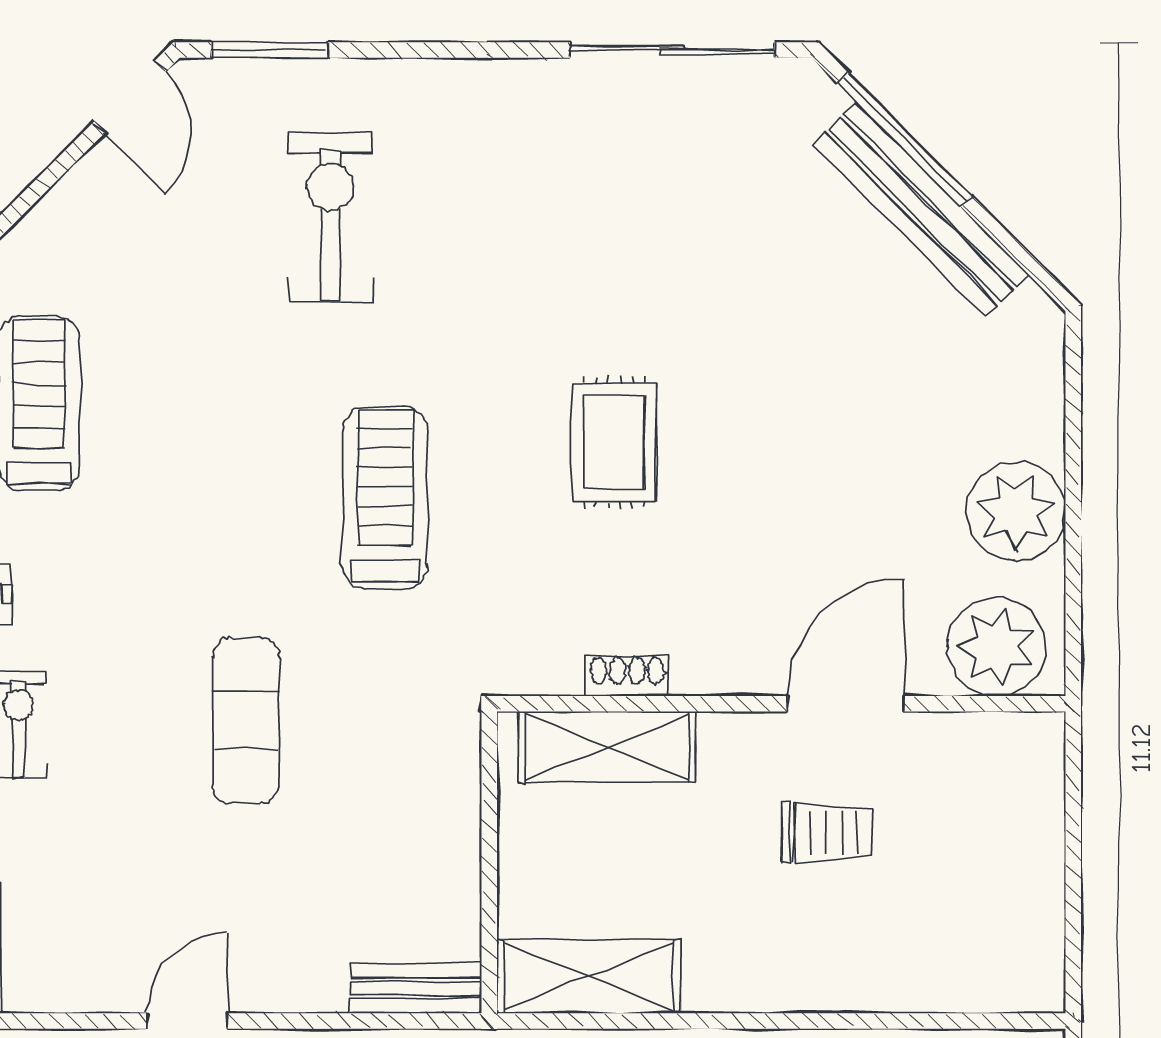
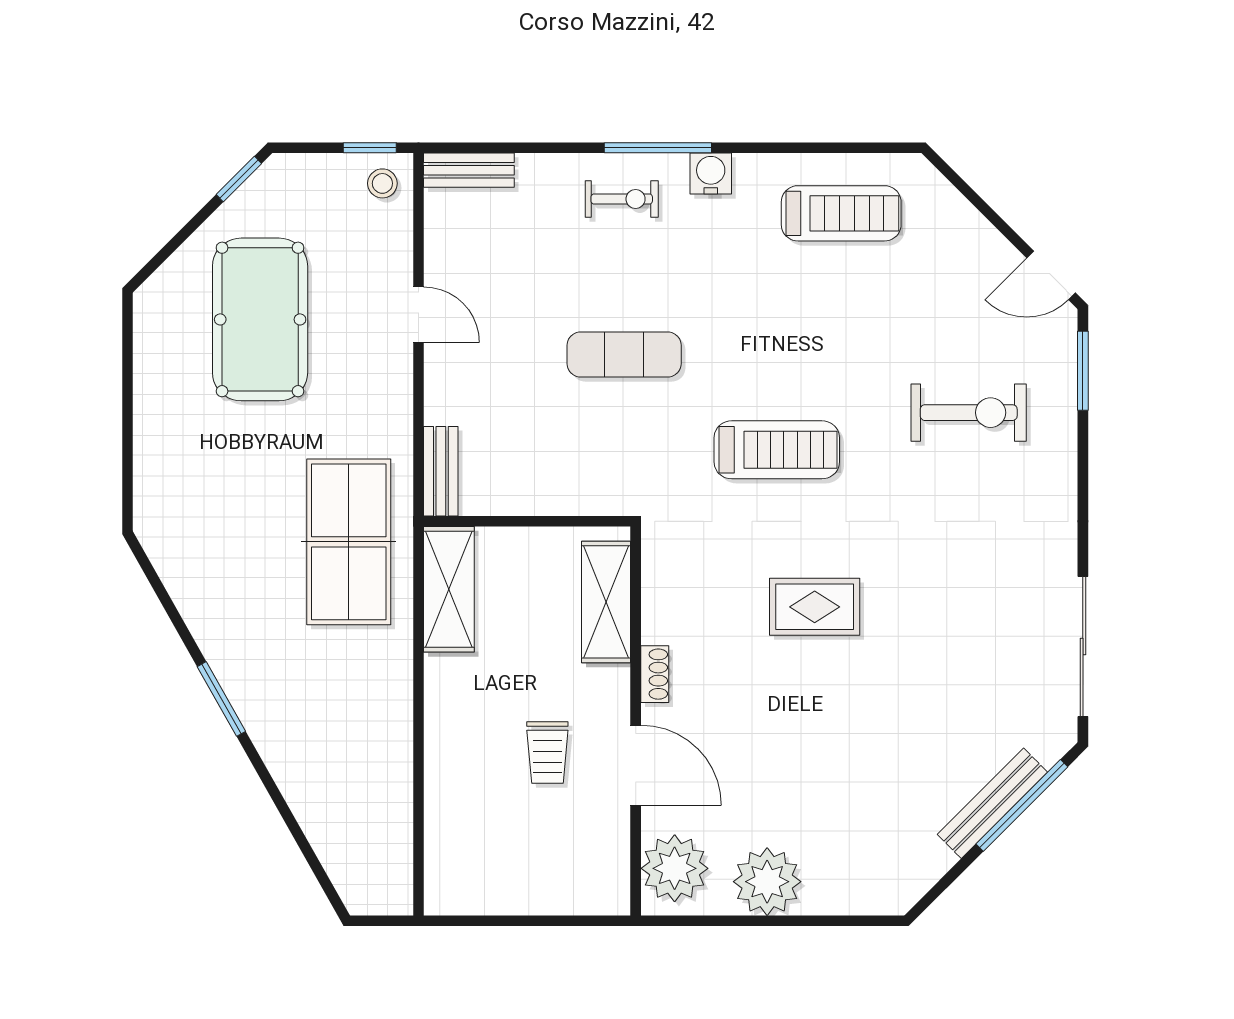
bench: (921, 209) -> (992, 803), width x0.73, depth x0.82
shoe rack: (627, 676) -> (655, 674), moved

